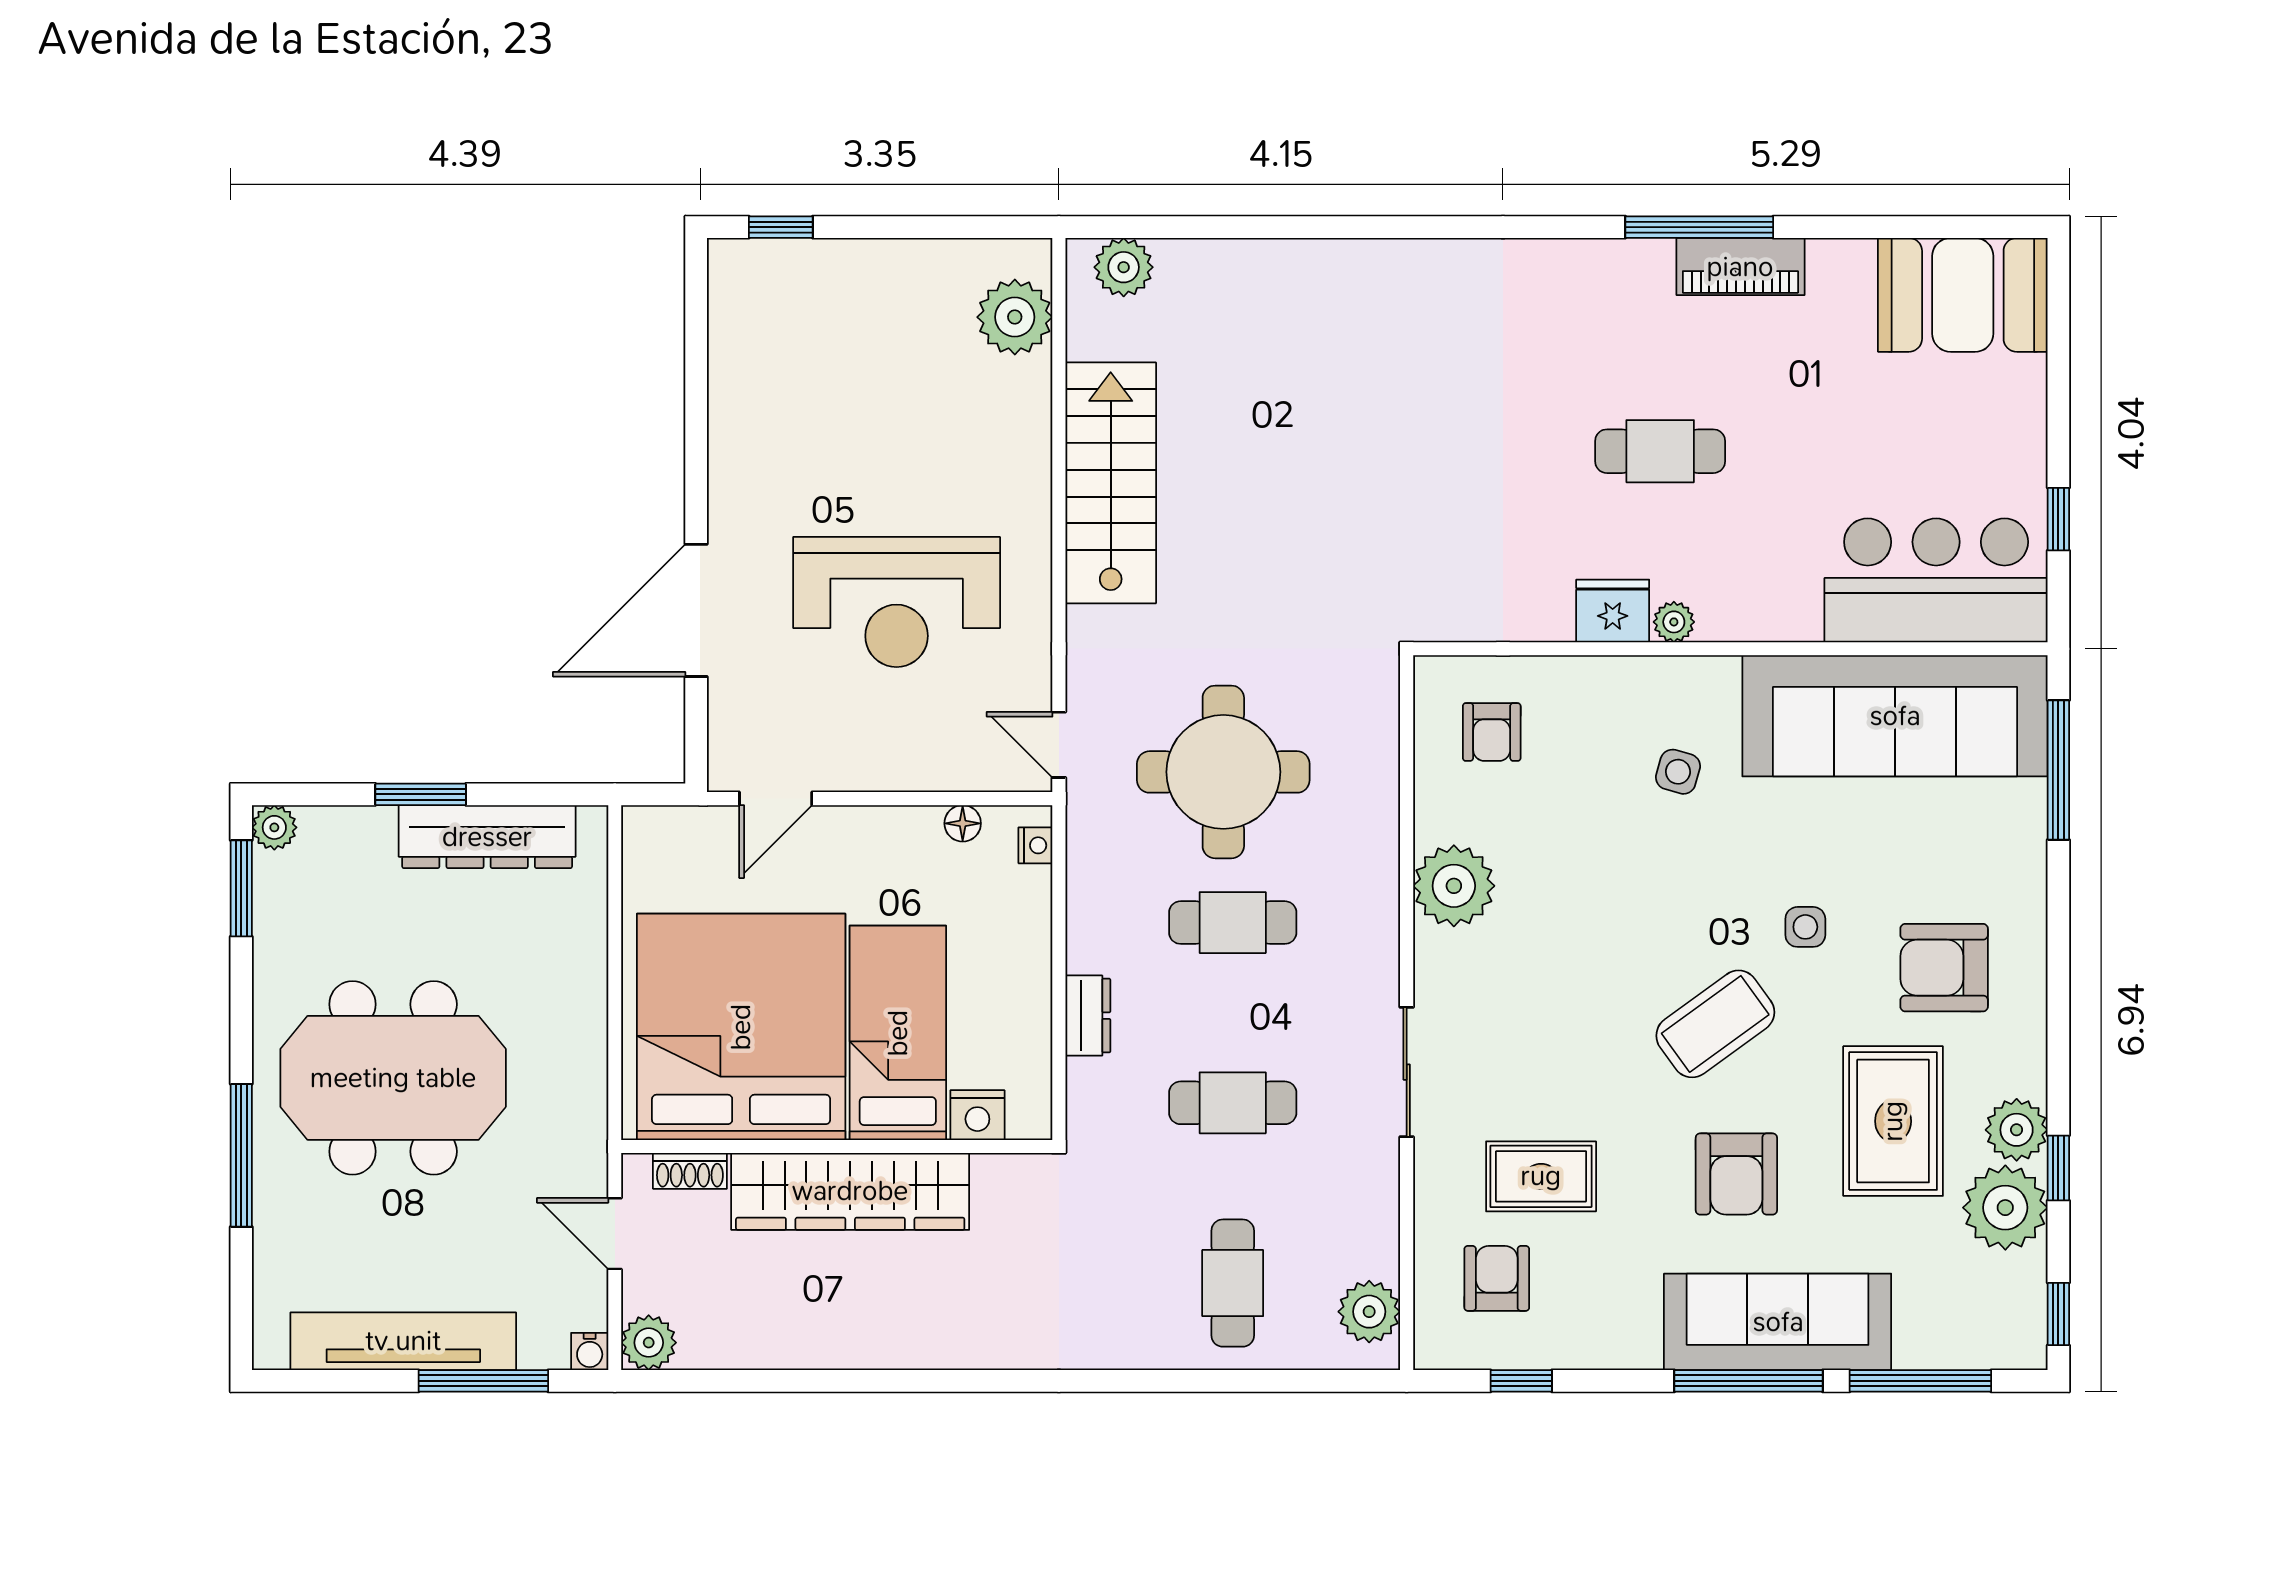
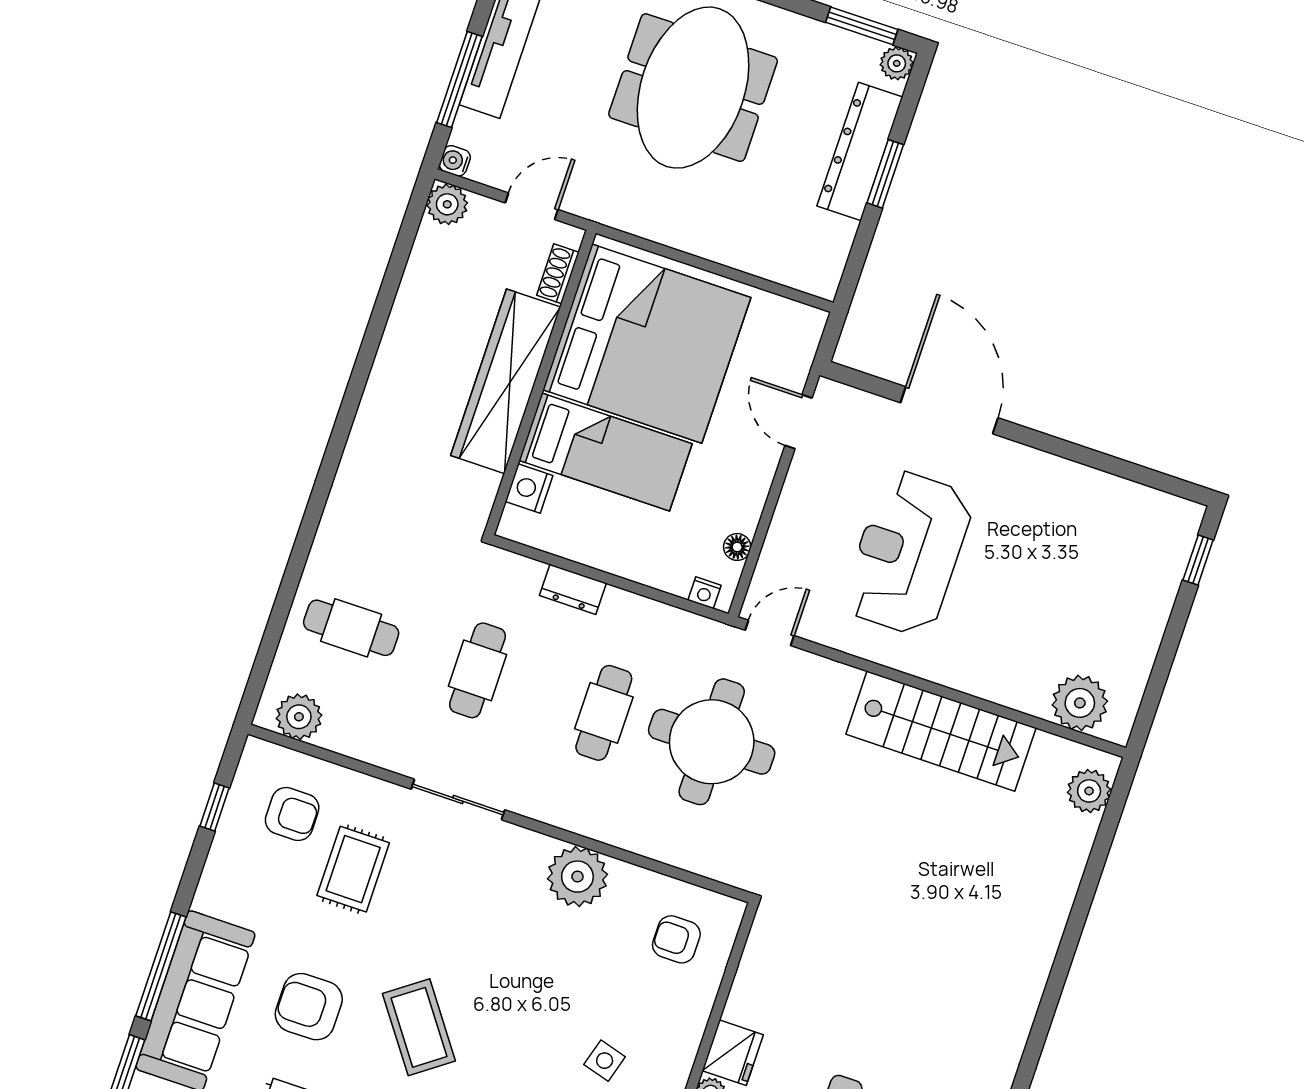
dresser: (487, 837) -> (860, 151), moved

